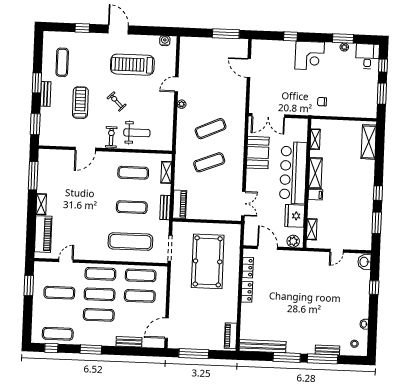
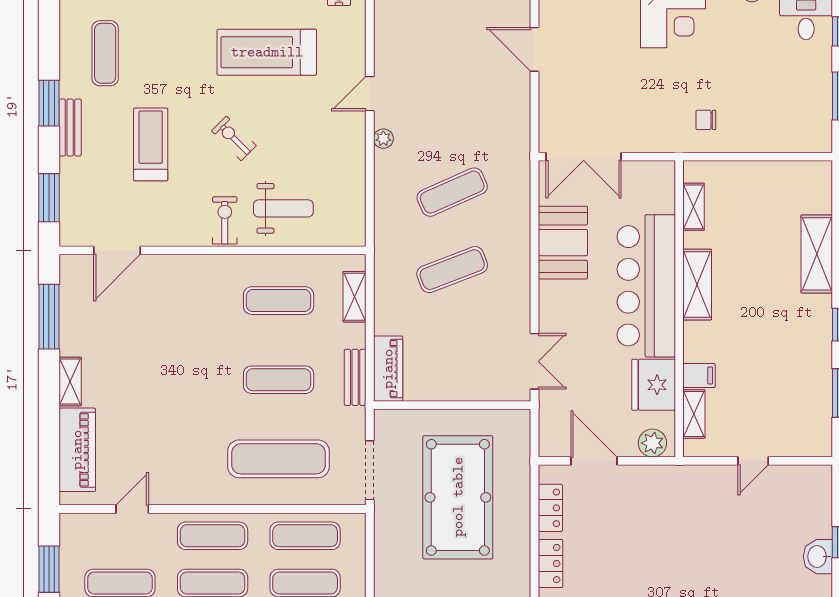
shelving: (369, 142) -> (817, 254), moved
door: (85, 149) -> (117, 250), moved
filing cabinet: (315, 195) -> (699, 375), moved
washbasin: (364, 262) -> (818, 557), moved

